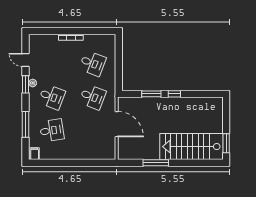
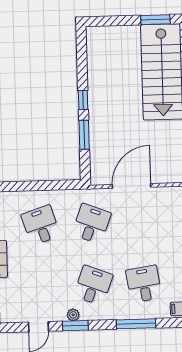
desk: (93, 63) -> (41, 225), turned -39

